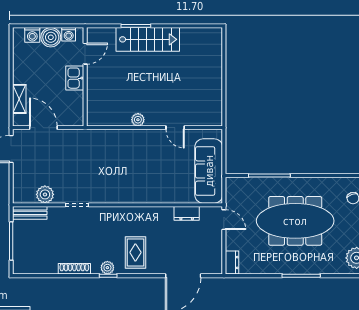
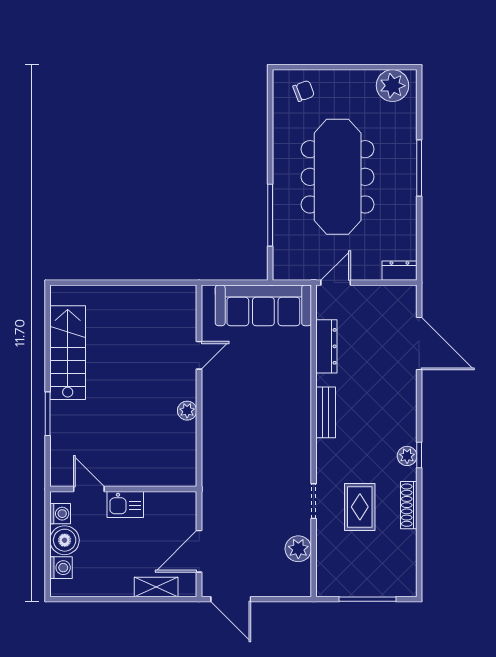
stairs: (148, 39) -> (68, 353), moved
bench: (30, 213) -> (326, 412), moved
dresser: (187, 213) -> (326, 346), width x1.44
rug: (135, 252) -> (360, 507), moved, turned 90

